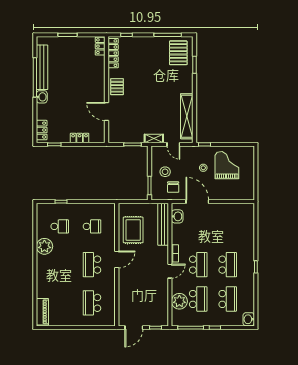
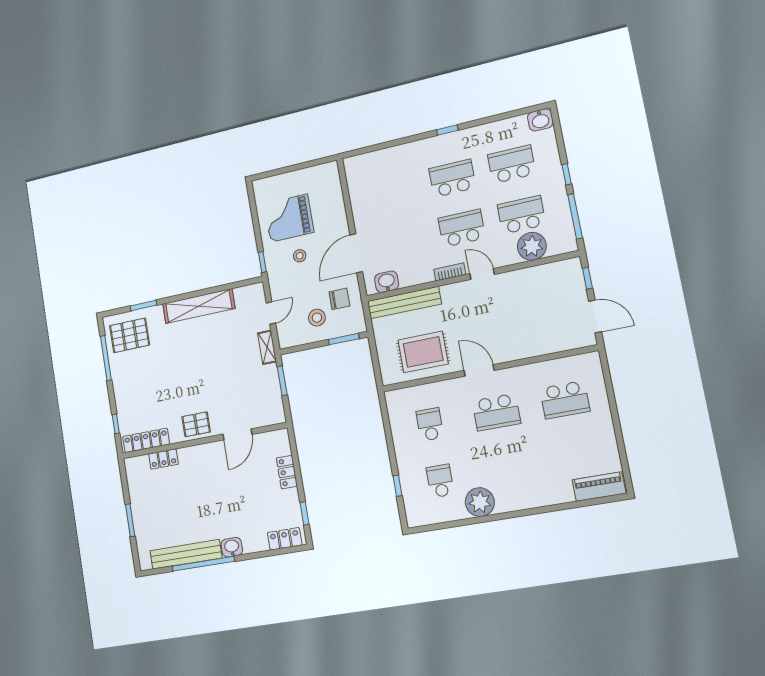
locker: (100, 46) -> (163, 459), moved
shelving: (187, 116) -> (199, 306), moved

